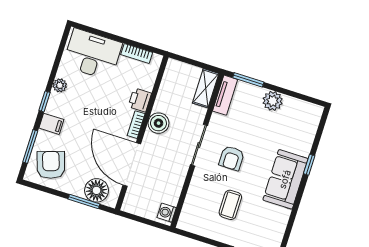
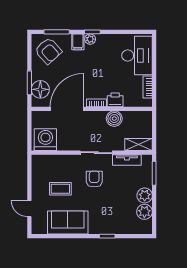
plant: (60, 85) -> (90, 39), moved
tv unit: (225, 95) -> (127, 160), moved
plant: (293, 108) -> (144, 212), added
boiler: (158, 123) -> (114, 119), moved
armchair: (232, 158) -> (94, 179), turned 90
armchair: (51, 165) -> (48, 51), turned 66
sofa: (285, 179) -> (68, 223), moved
washing machine: (167, 213) -> (45, 140), width x1.89, depth x1.89

